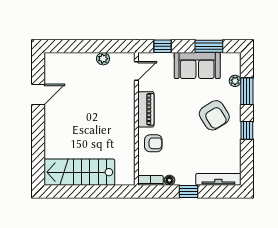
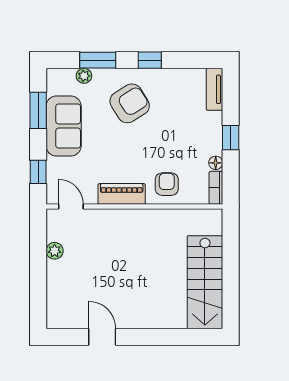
tv unit: (218, 179) -> (214, 89), width x0.71

